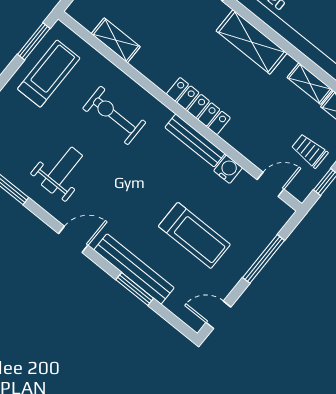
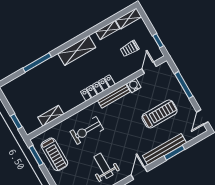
treadmill: (49, 74) -> (54, 154), turned 180
trolley: (310, 151) -> (130, 49), moved

